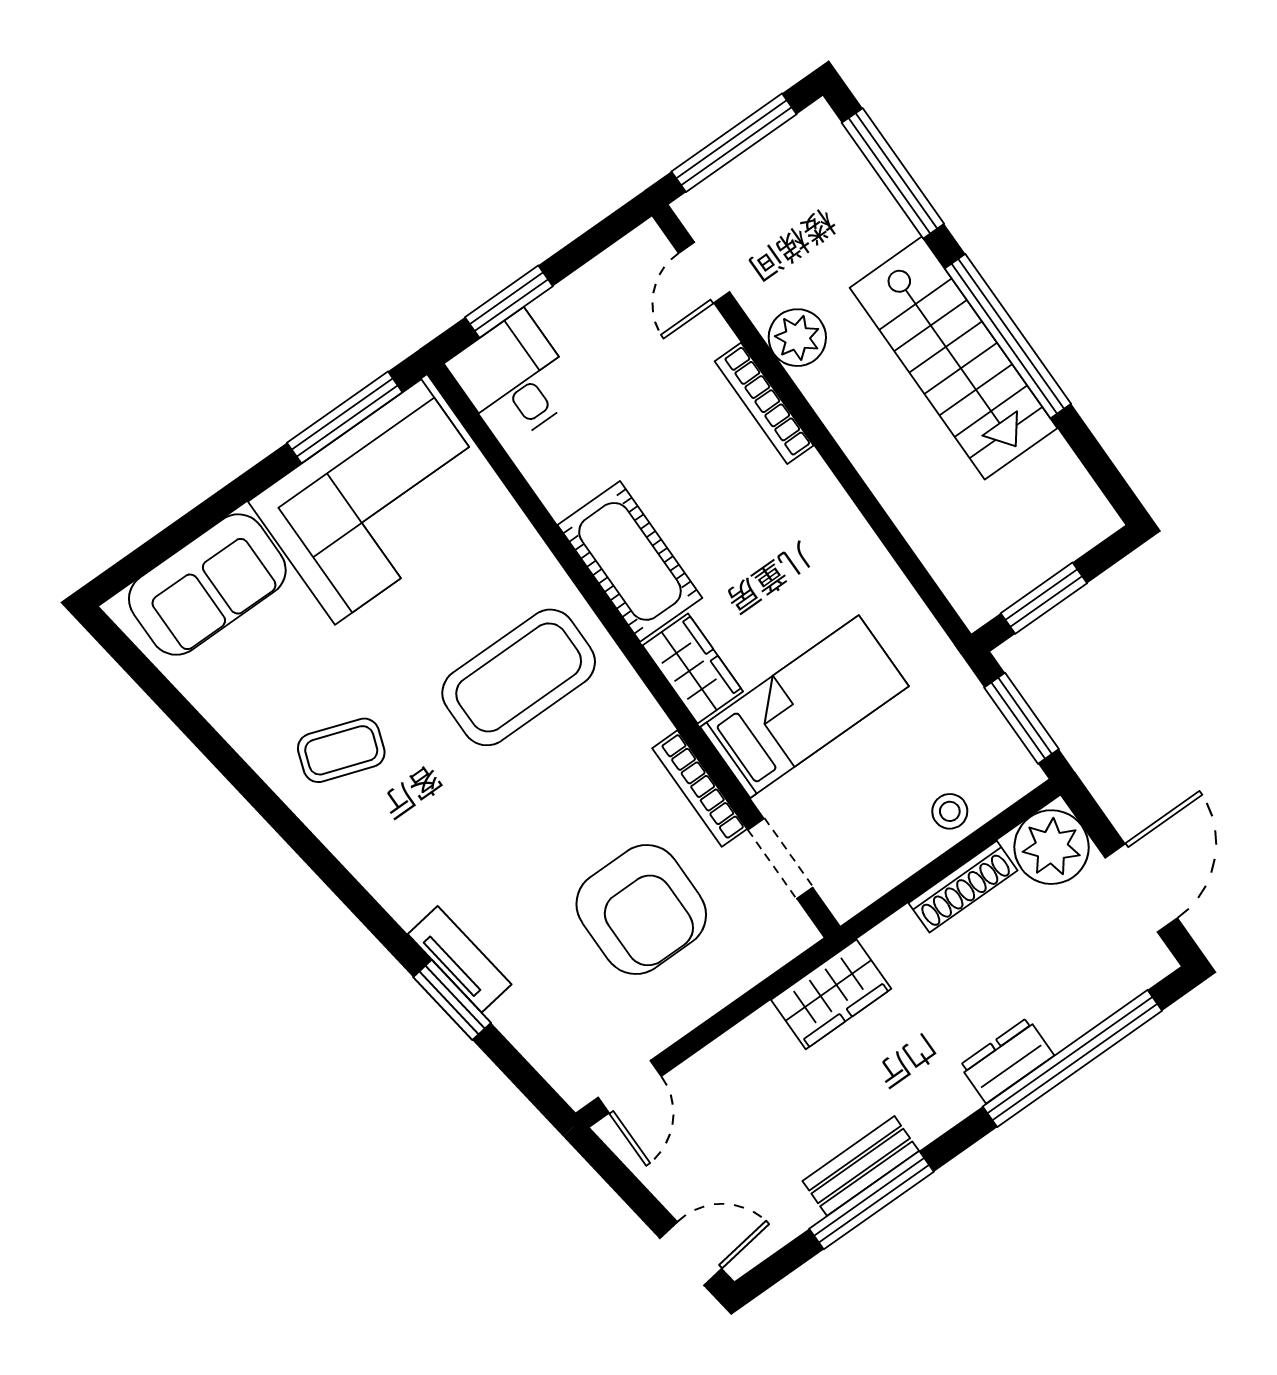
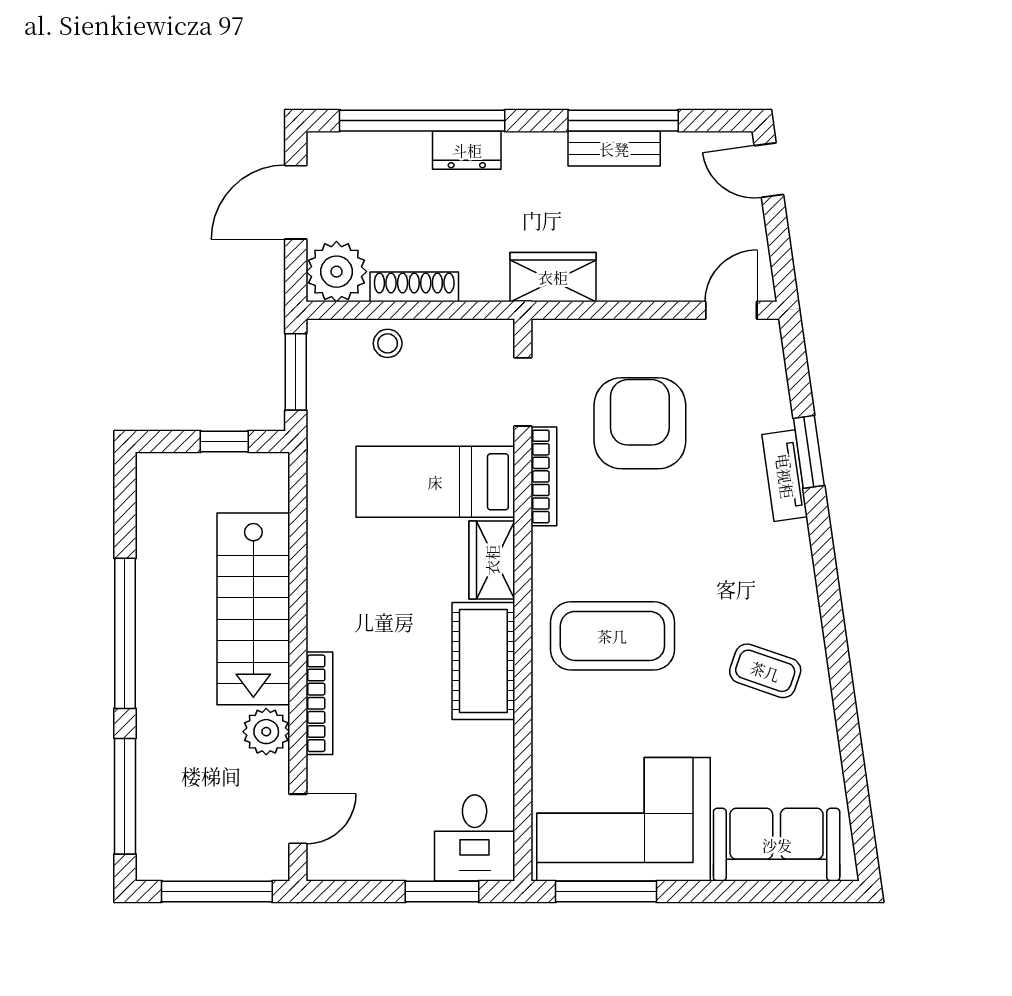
stairs: (953, 358) -> (253, 609), moved, turned 180
window: (1044, 598) -> (224, 441), width x0.67

